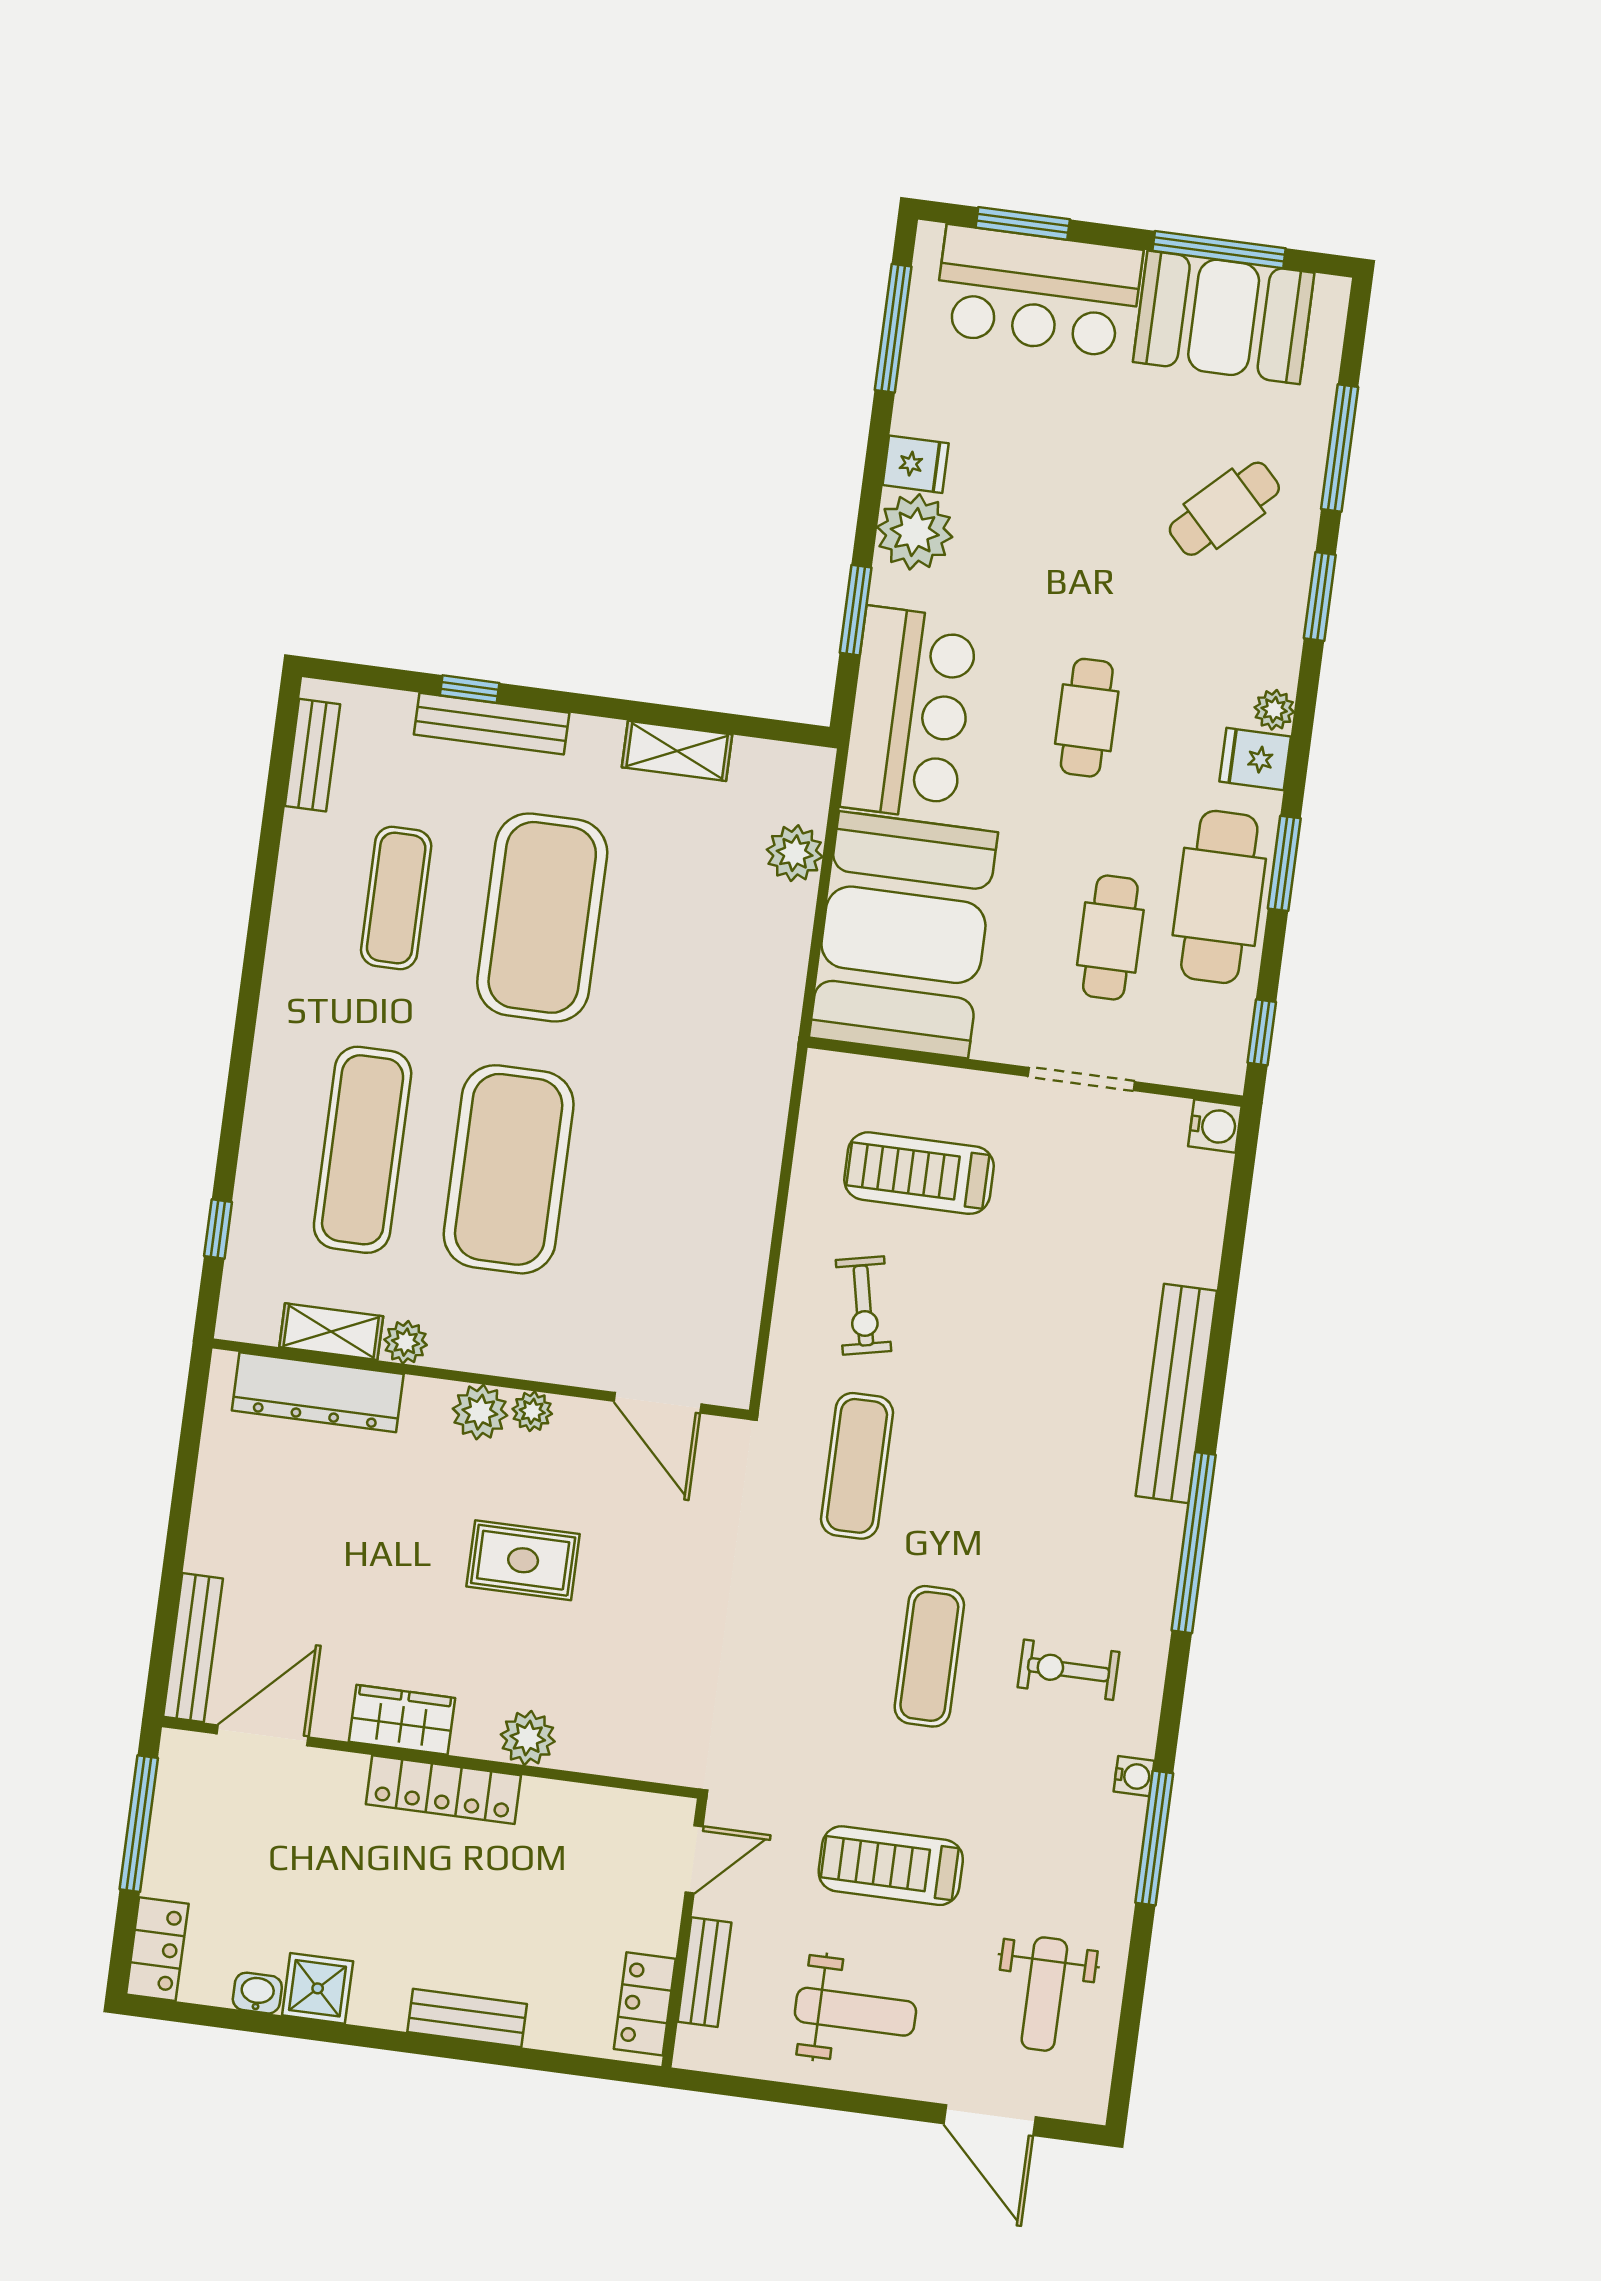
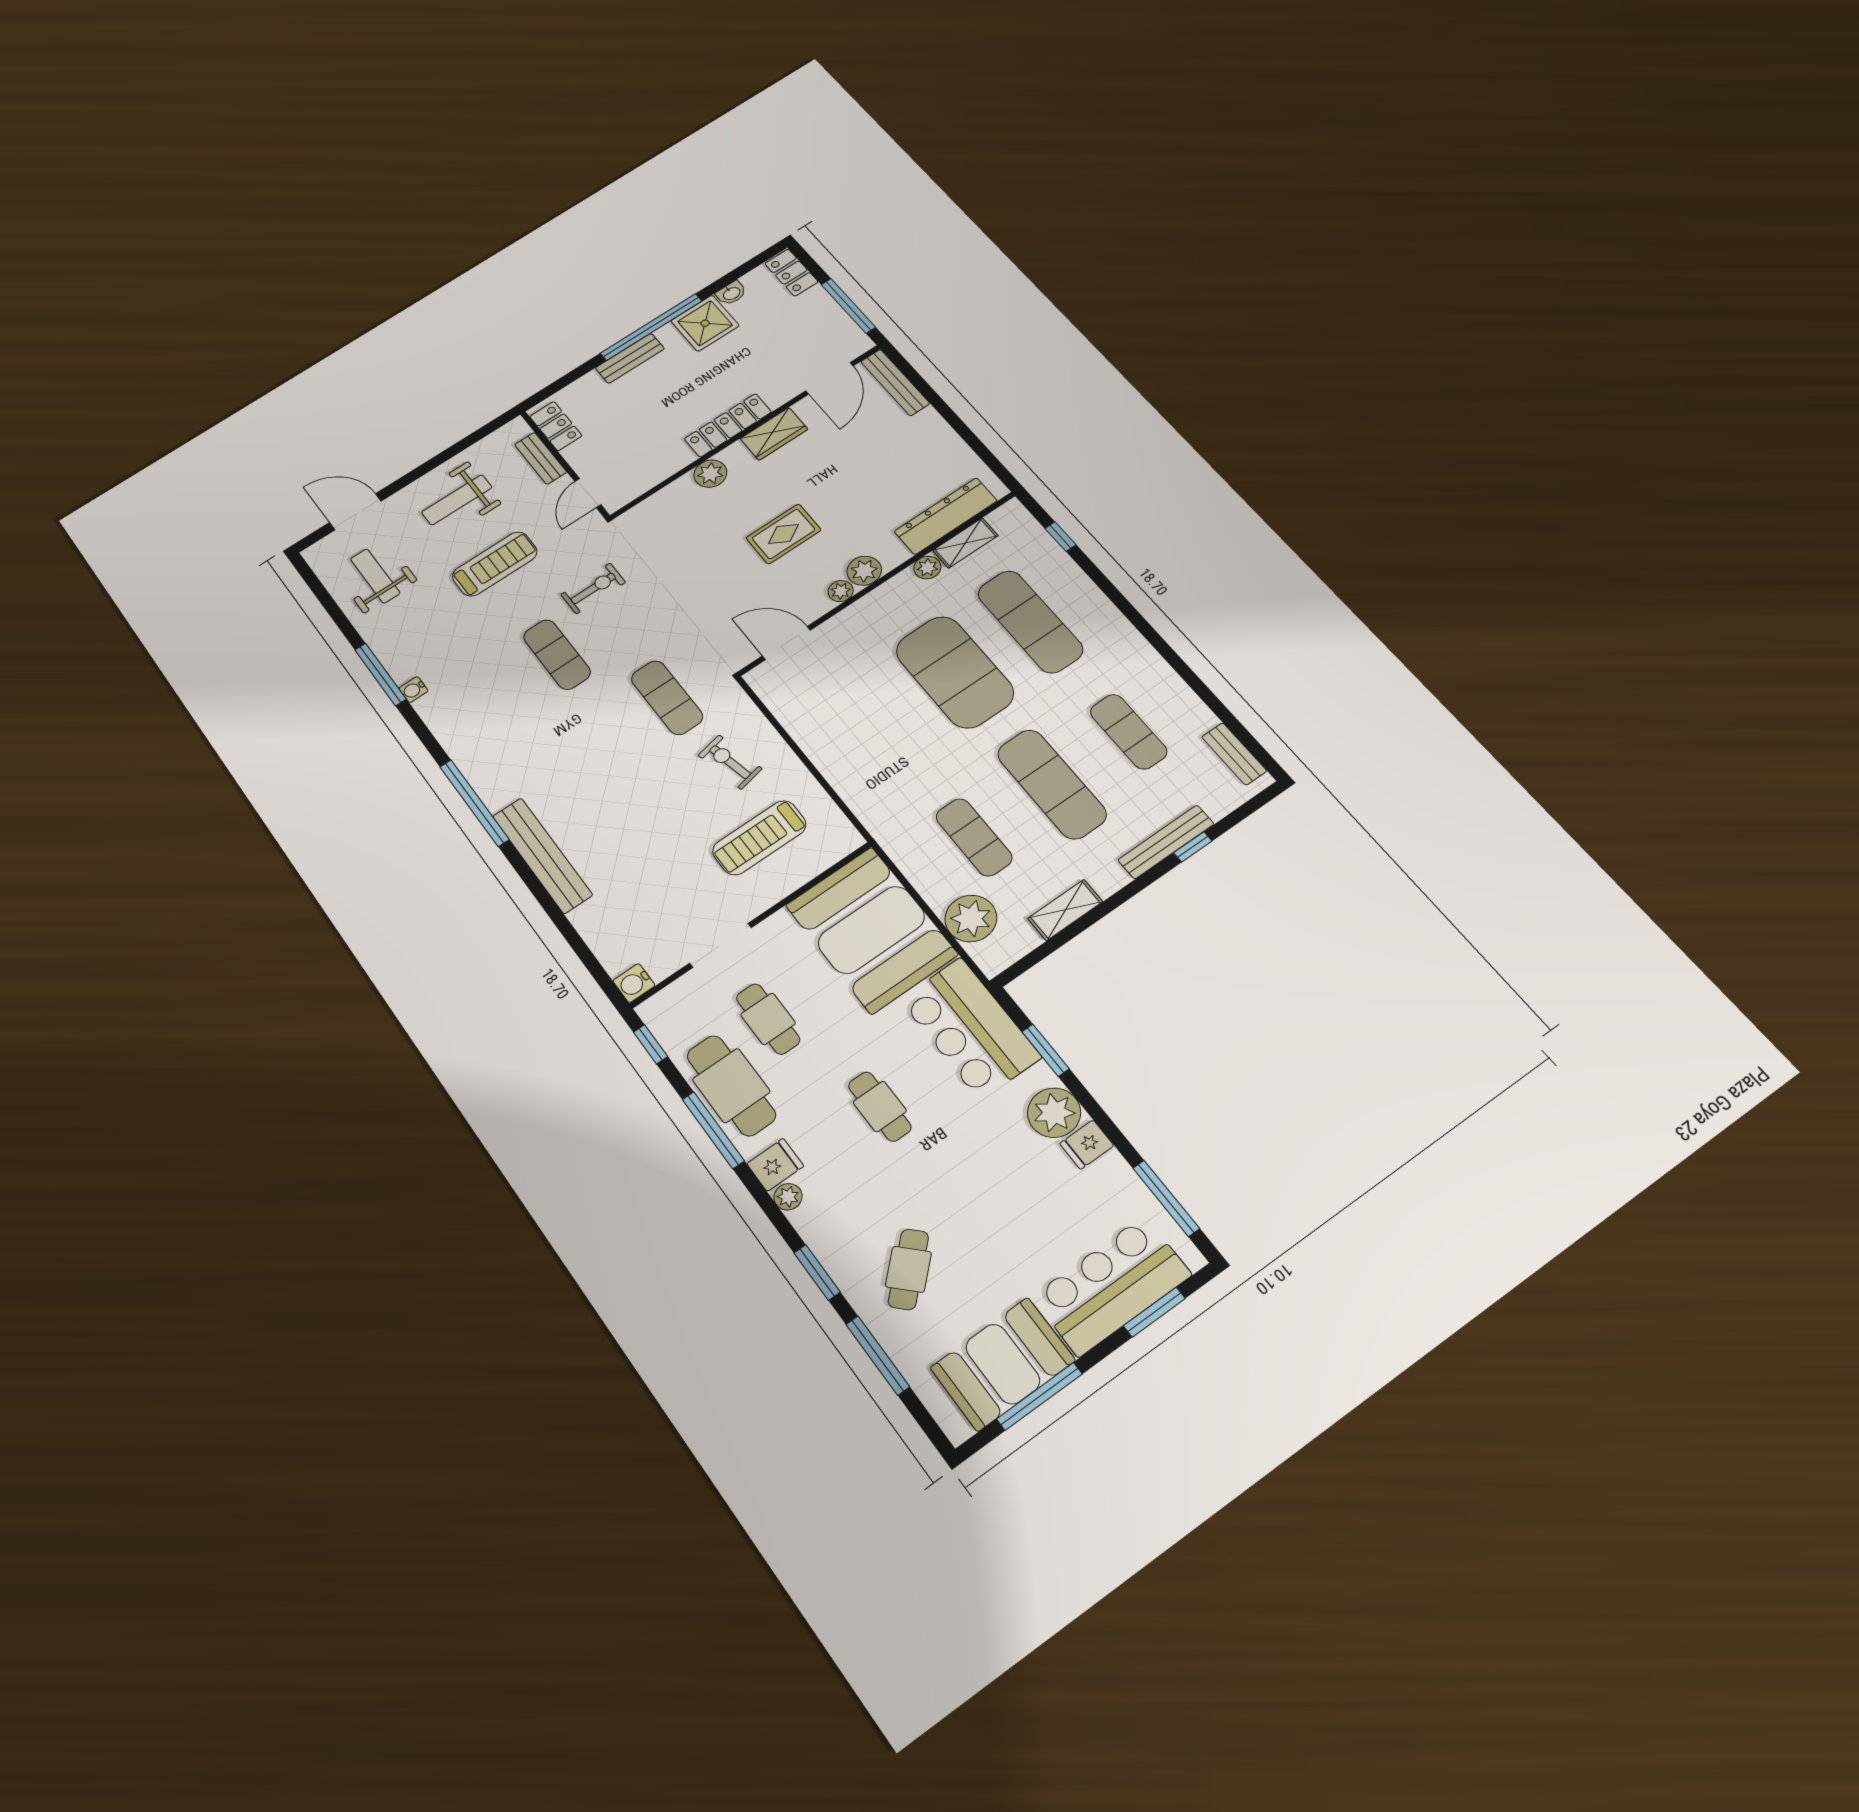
plant: (795, 853) -> (971, 918), width x1.36, depth x1.36
window: (1284, 863) -> (713, 1130), width x1.44
exercise mat: (542, 917) -> (1052, 784), width x0.68
exercise mat: (688, 937) -> (974, 837), added
treadmill: (919, 1173) -> (759, 838), turned 180
exercise bike: (1068, 1670) -> (593, 588), moved
shower: (318, 1988) -> (705, 323), width x1.36, depth x1.36
window: (399, 2041) -> (651, 327), added

